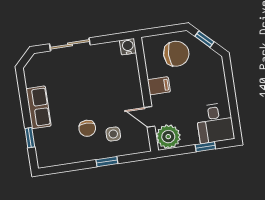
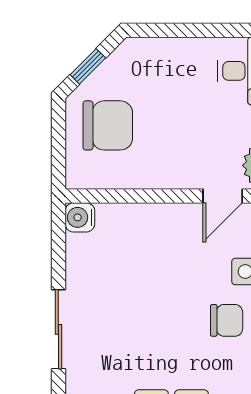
chair: (176, 54) -> (108, 125), turned 90
filing cabinet: (159, 86) -> (165, 169), removed

